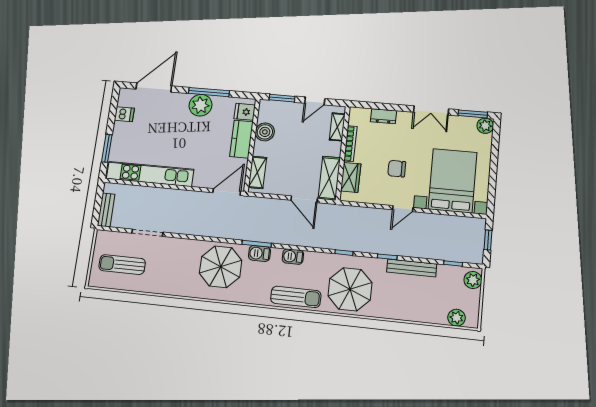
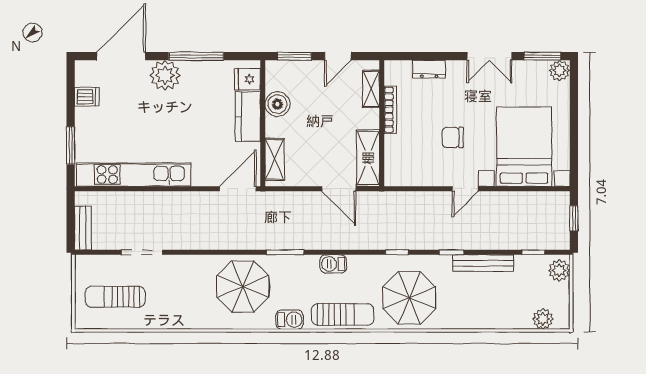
plant: (200, 105) -> (165, 75), moved
wardrobe: (351, 177) -> (395, 155), removed
barbecue: (259, 253) -> (290, 320), moved, turned 180

